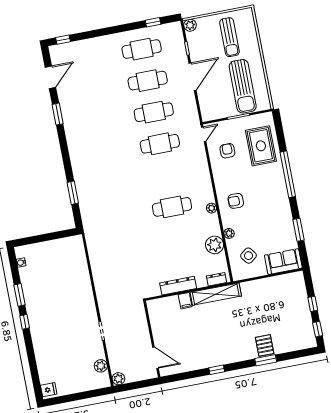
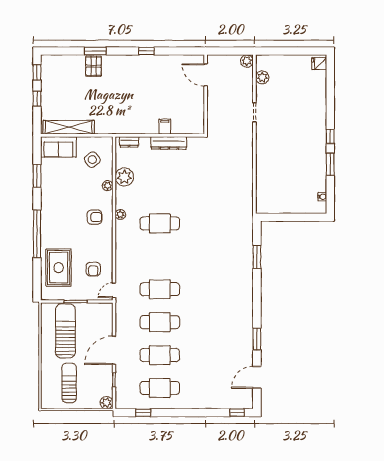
shelving: (216, 294) -> (69, 127), moved

